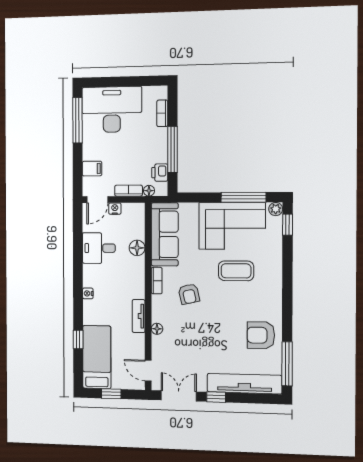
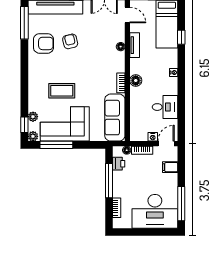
plant: (276, 236) -> (33, 117), added
floor lamp: (137, 248) -> (136, 81), moved
armchair: (189, 294) -> (70, 41), moved
tv unit: (139, 316) -> (135, 45), moved

